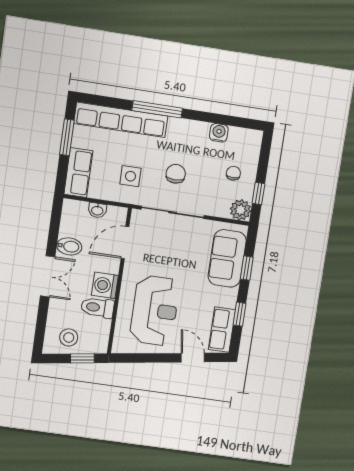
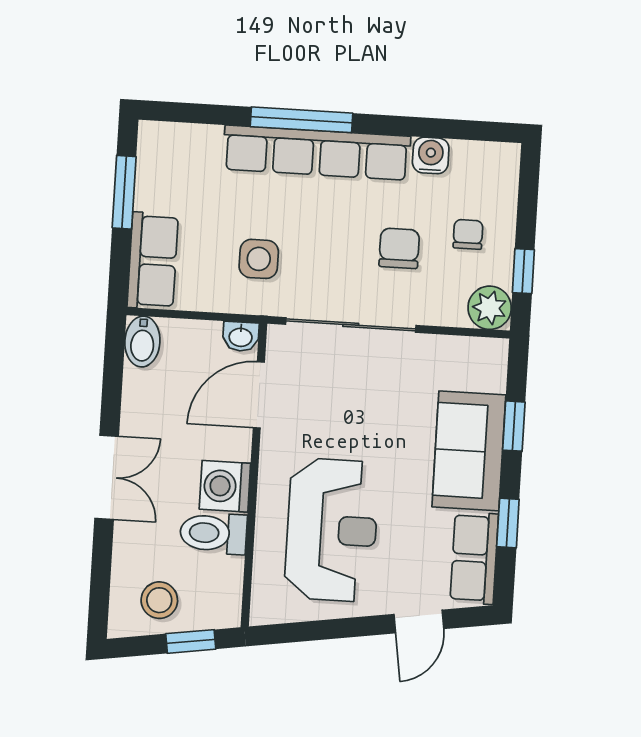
row of seats: (121, 120) -> (317, 153), moved
chair: (176, 174) -> (399, 248), moved
washbasin: (97, 210) -> (241, 337), moved
bidet: (69, 246) -> (142, 342), moved, turned 90
sofa: (227, 258) -> (469, 451), moved
door: (193, 358) -> (419, 622), swing flipped

